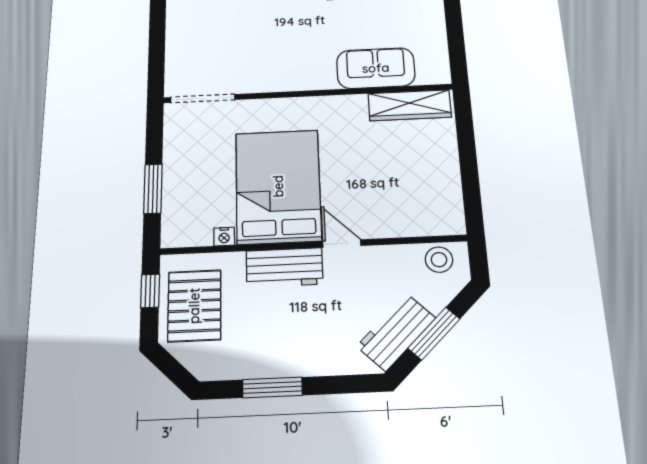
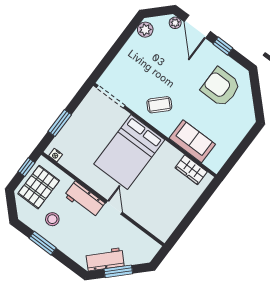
coffee table: (284, 57) -> (159, 105), added
wardrobe: (410, 105) -> (191, 170), width x0.67
bed: (278, 186) -> (129, 152), moved, turned 180
nightstand: (224, 237) -> (56, 155), moved
stool: (439, 260) -> (52, 219), moved

